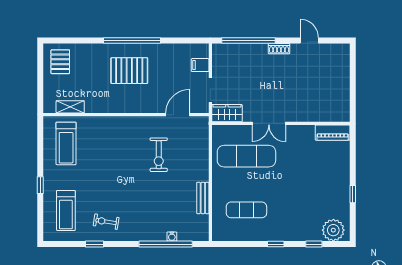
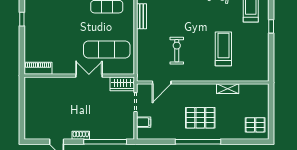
pallet: (60, 62) -> (255, 125), turned 90
shelving: (70, 107) -> (228, 89), moved
treadmill: (66, 143) -> (223, 49), moved

